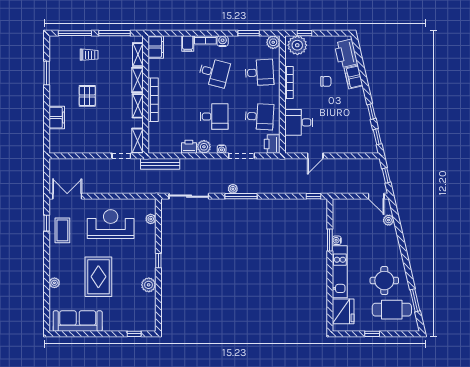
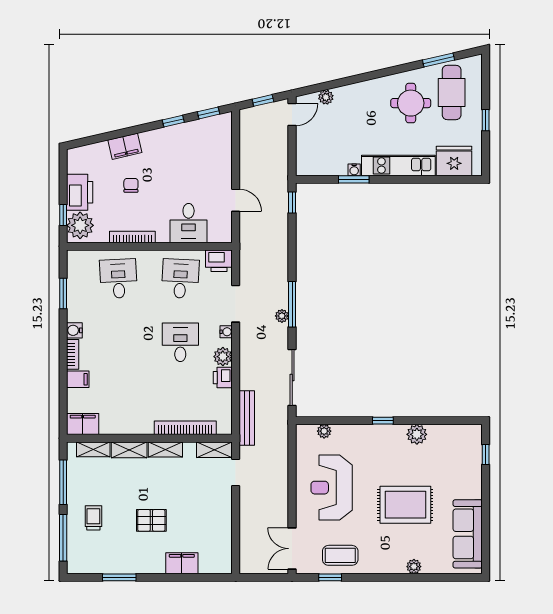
plant: (273, 42) -> (76, 259), removed
printer: (346, 53) -> (80, 192), moved, turned -77
desk: (214, 72) -> (118, 342), removed
bookcase: (153, 100) -> (185, 428), moved

